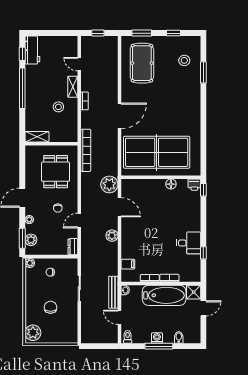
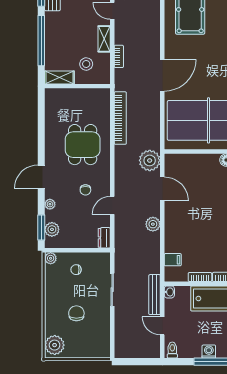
shelving: (37, 137) -> (59, 77), moved
wall: (51, 144) -> (77, 86), moved

